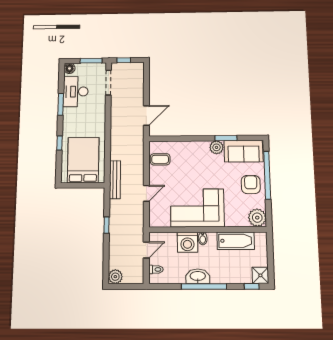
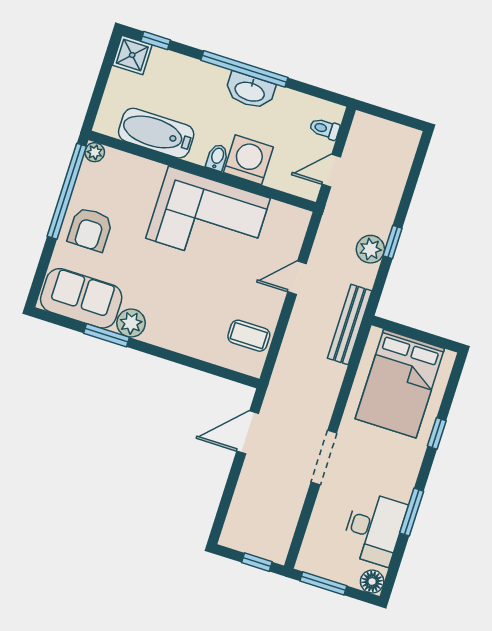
doorway: (108, 83) -> (324, 458), moved
window: (267, 175) -> (67, 191), moved
plant: (257, 218) -> (95, 152), width x0.53, depth x0.53
plant: (115, 277) -> (370, 249), moved

